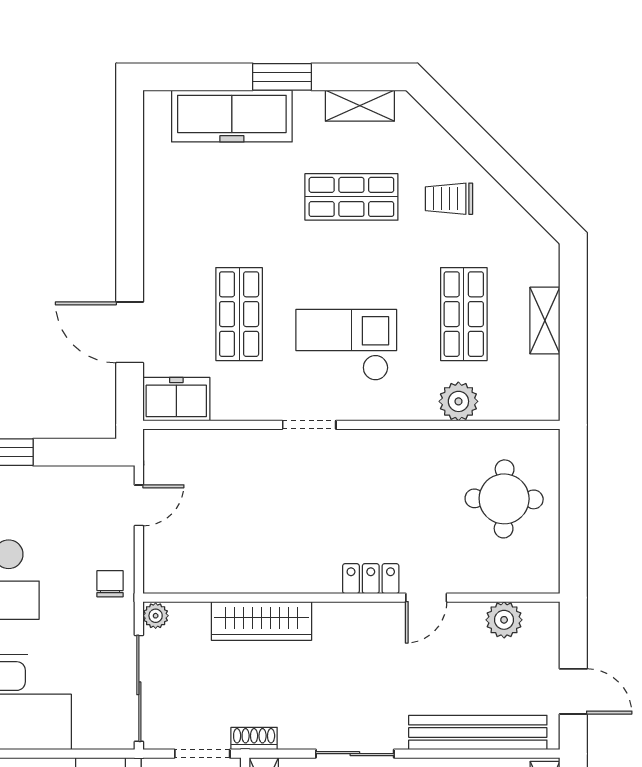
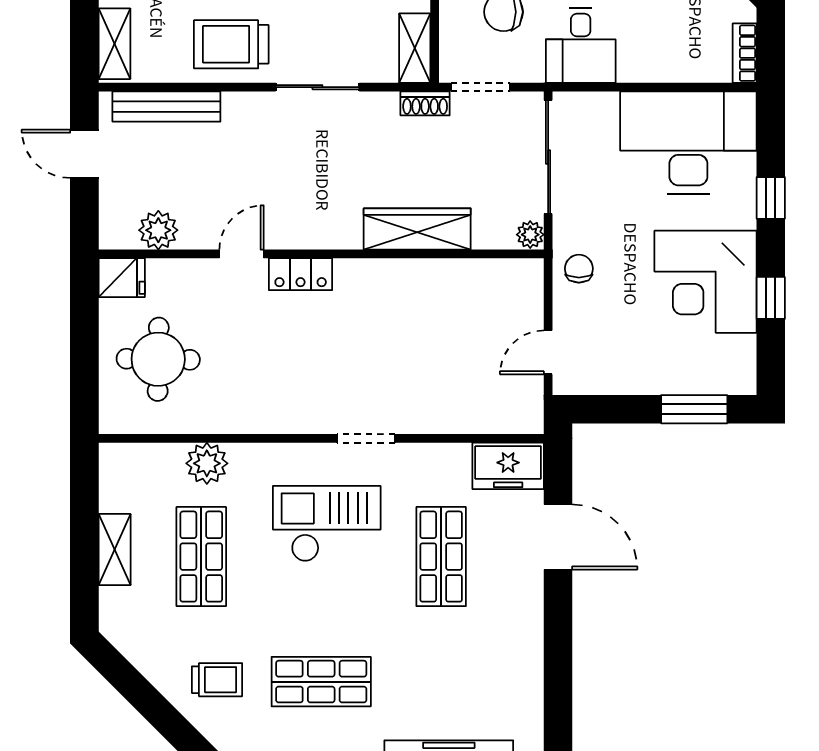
checkout: (346, 345) -> (327, 524), turned 180
fridge: (538, 575) -> (122, 278), added
chair: (110, 584) -> (579, 269), turned 180
bench: (478, 733) -> (166, 107), width x0.73, depth x0.82

